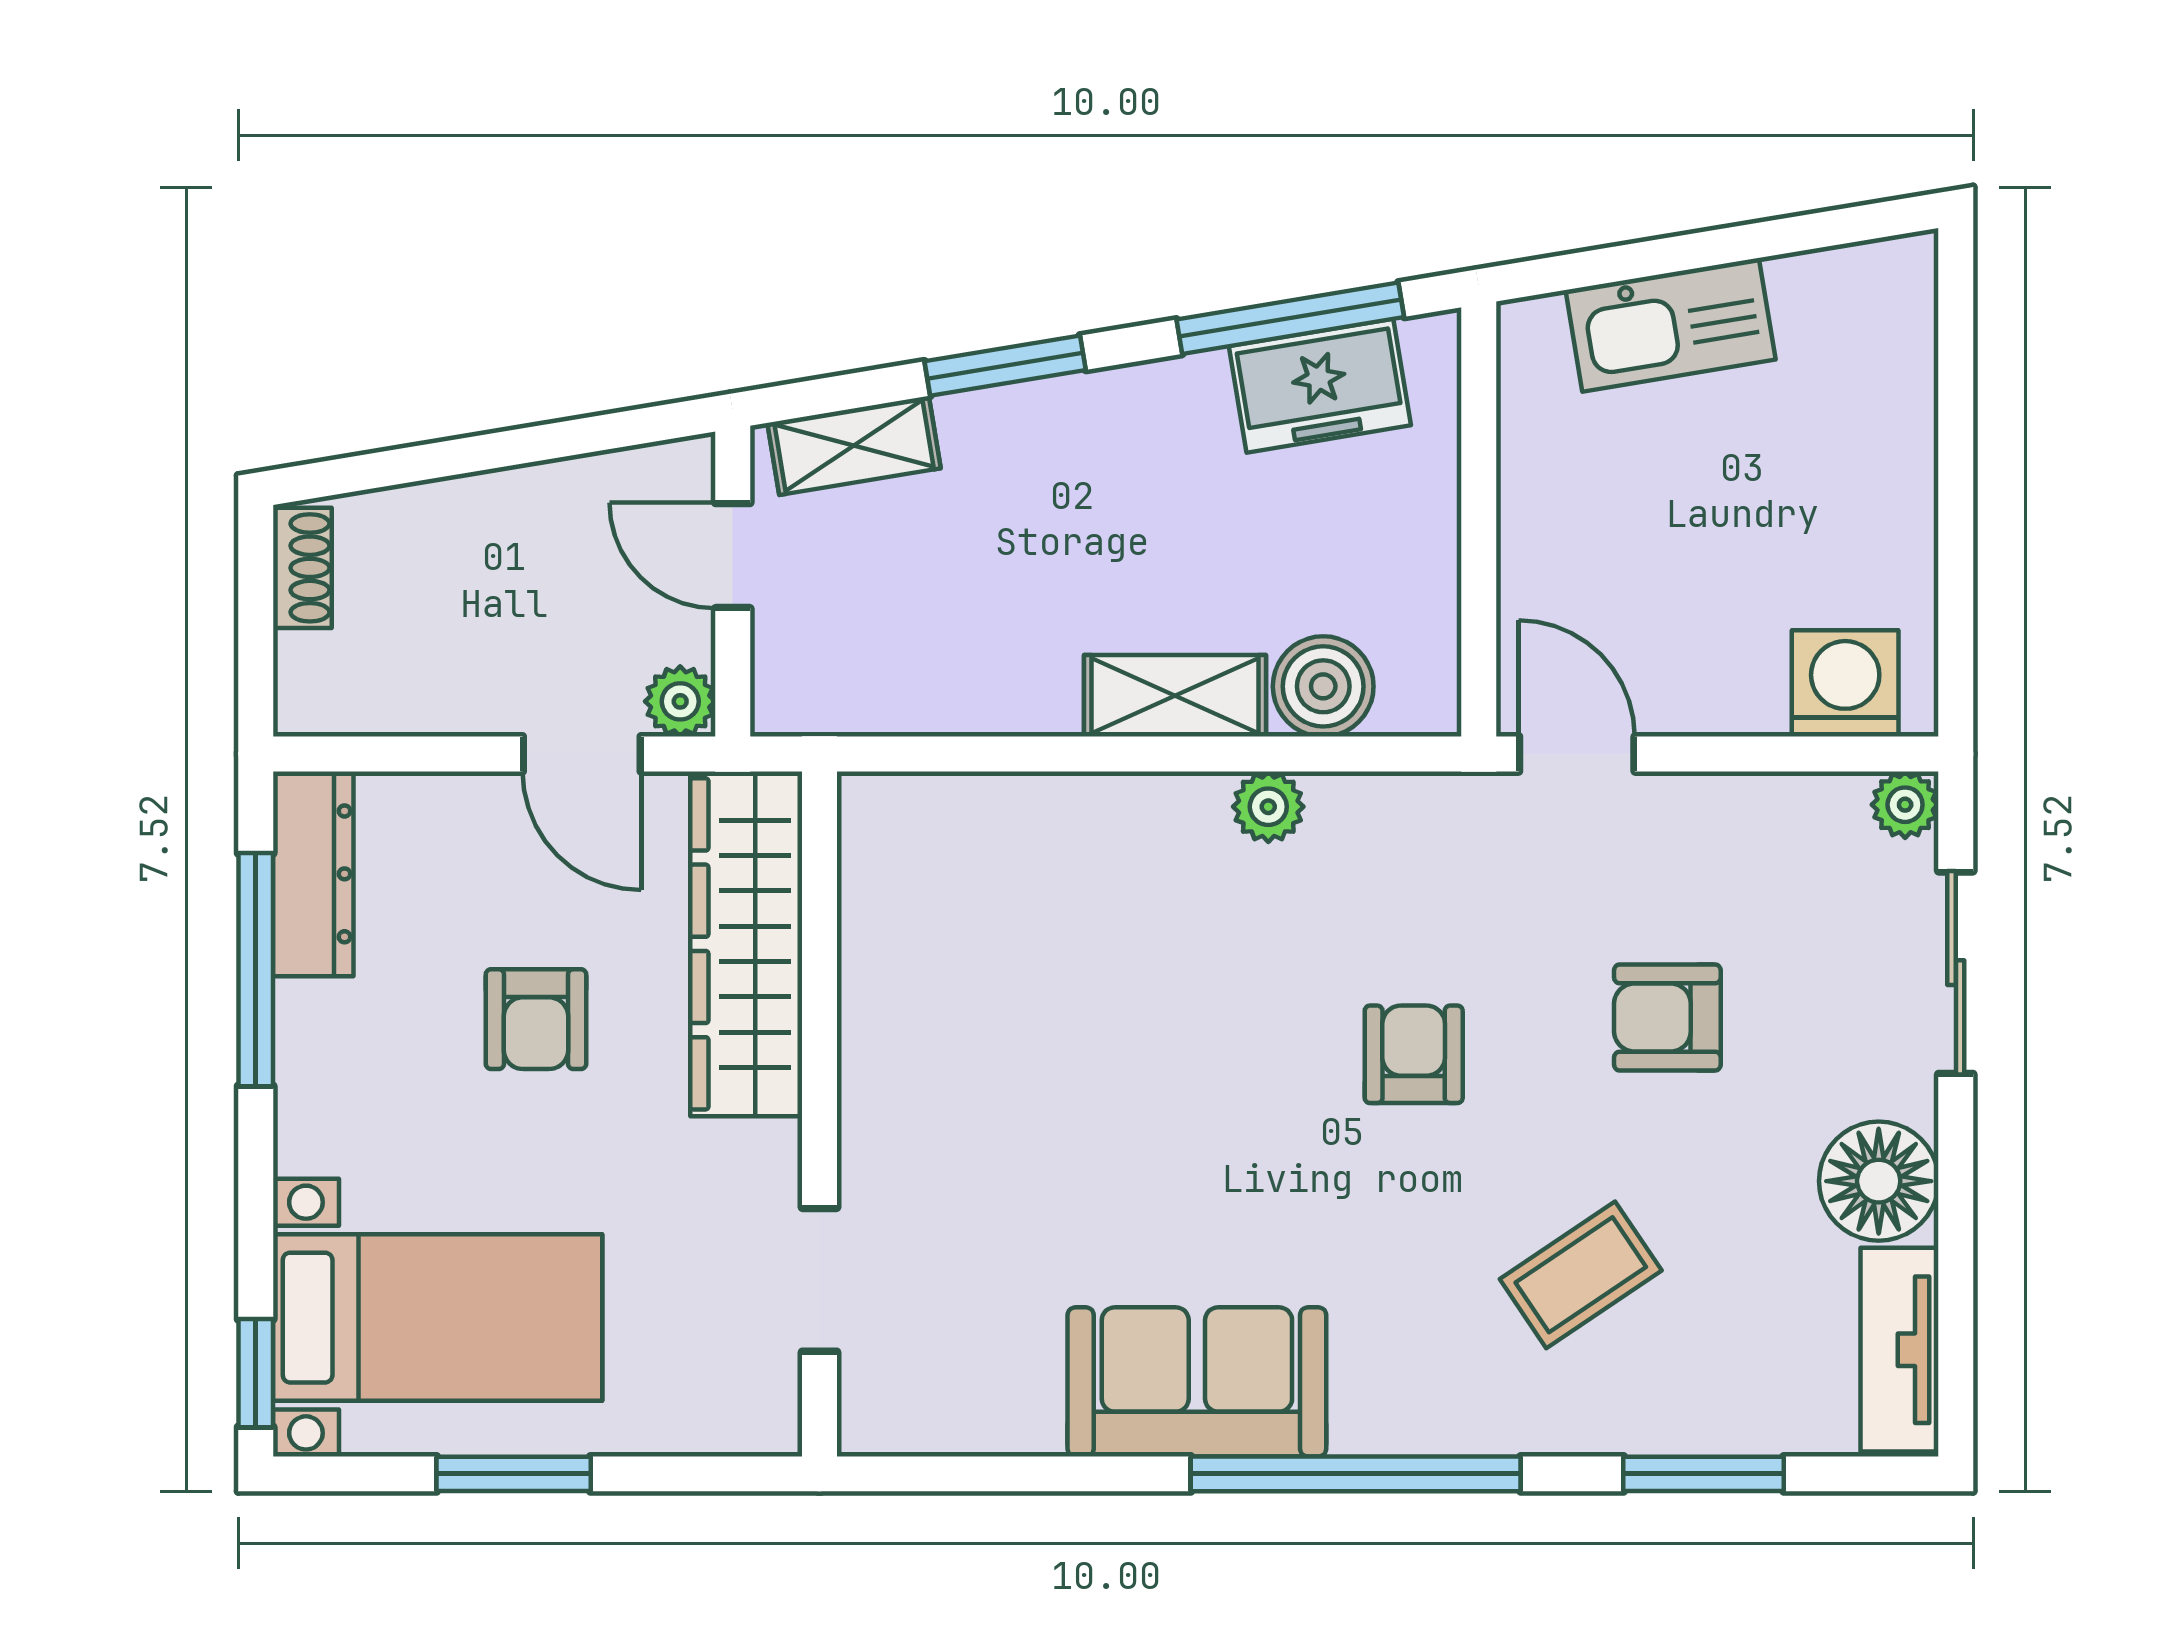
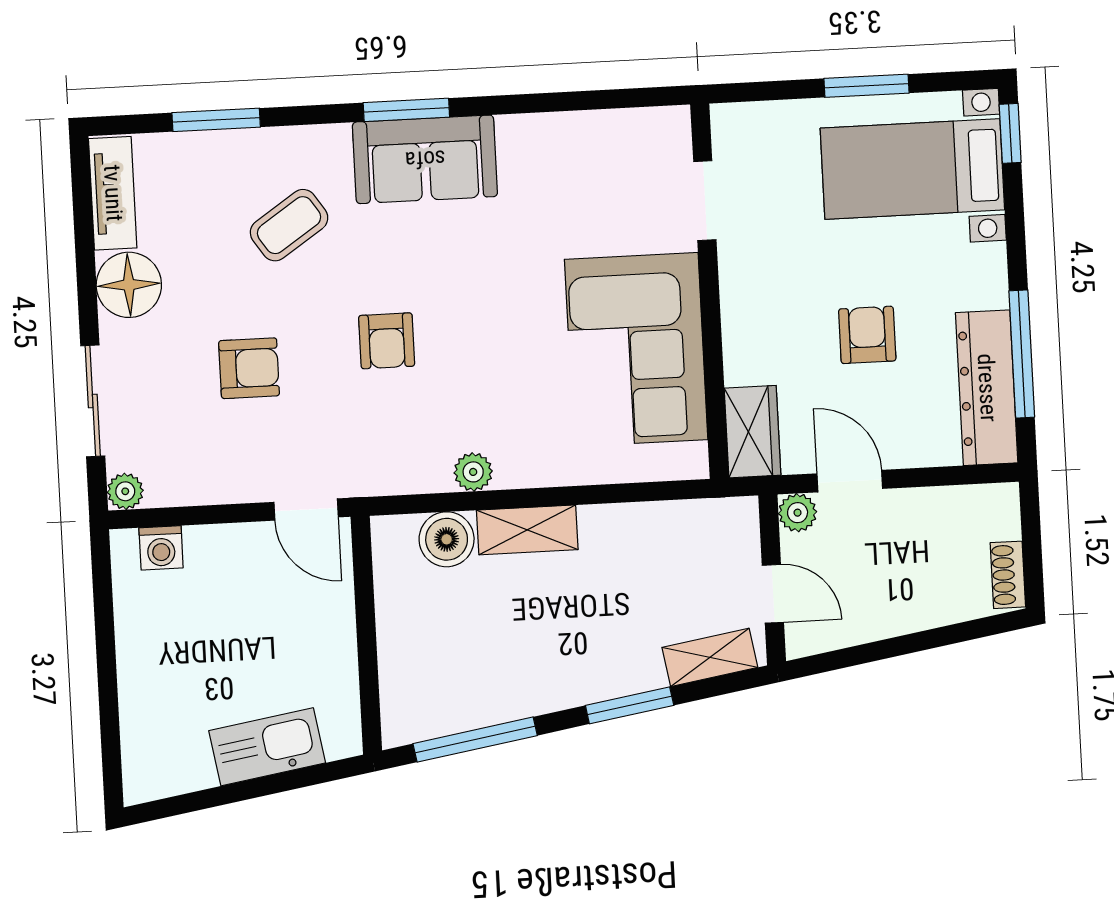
freezer: (1320, 386) -> (457, 703), removed
washing machine: (1845, 683) -> (161, 548), width x0.73, depth x0.73
dresser: (313, 874) -> (987, 388), width x1.37, depth x1.24
wardrobe: (746, 944) -> (753, 432), width x0.48, depth x0.85
corner sofa: (959, 1015) -> (636, 349), added
sofa: (1197, 1382) -> (425, 159), moved
window: (1356, 1474) -> (406, 110), width x0.47

